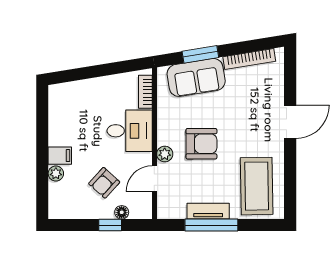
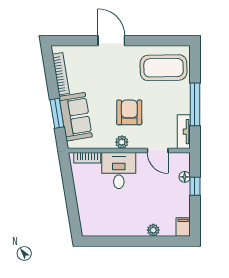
plant: (165, 154) -> (122, 142), moved
filing cabinet: (60, 156) -> (183, 227), moved
armchair: (104, 183) -> (161, 191), removed
tv unit: (208, 211) -> (184, 132), moved

